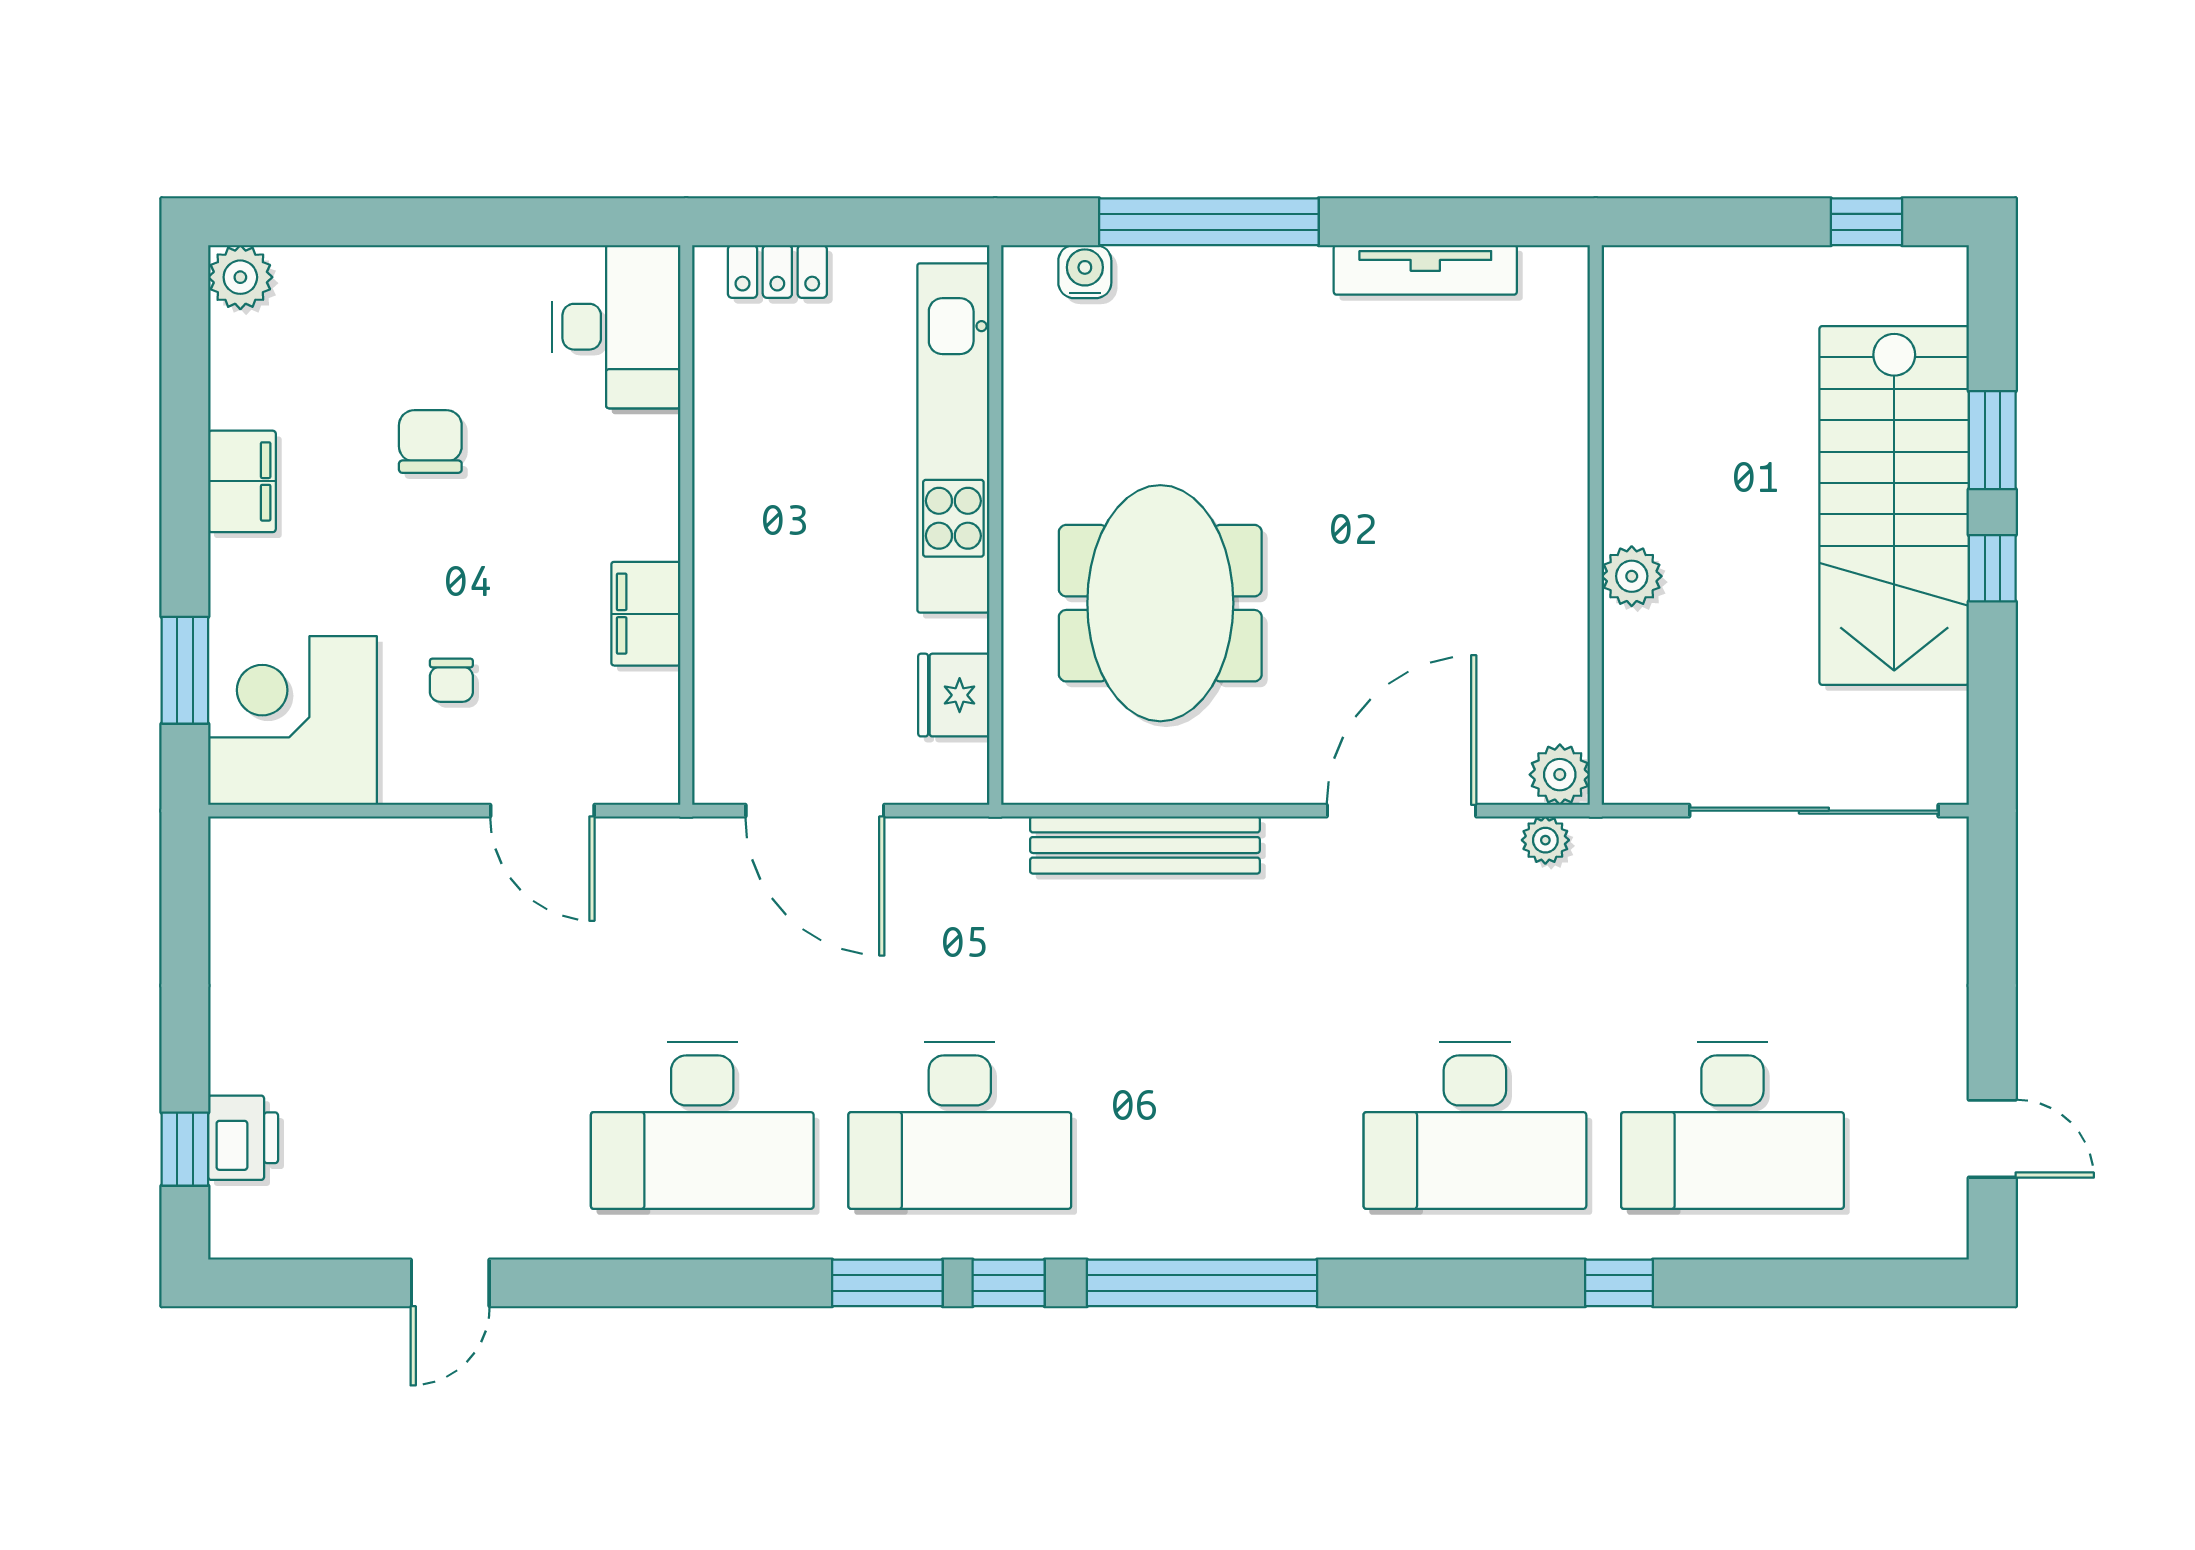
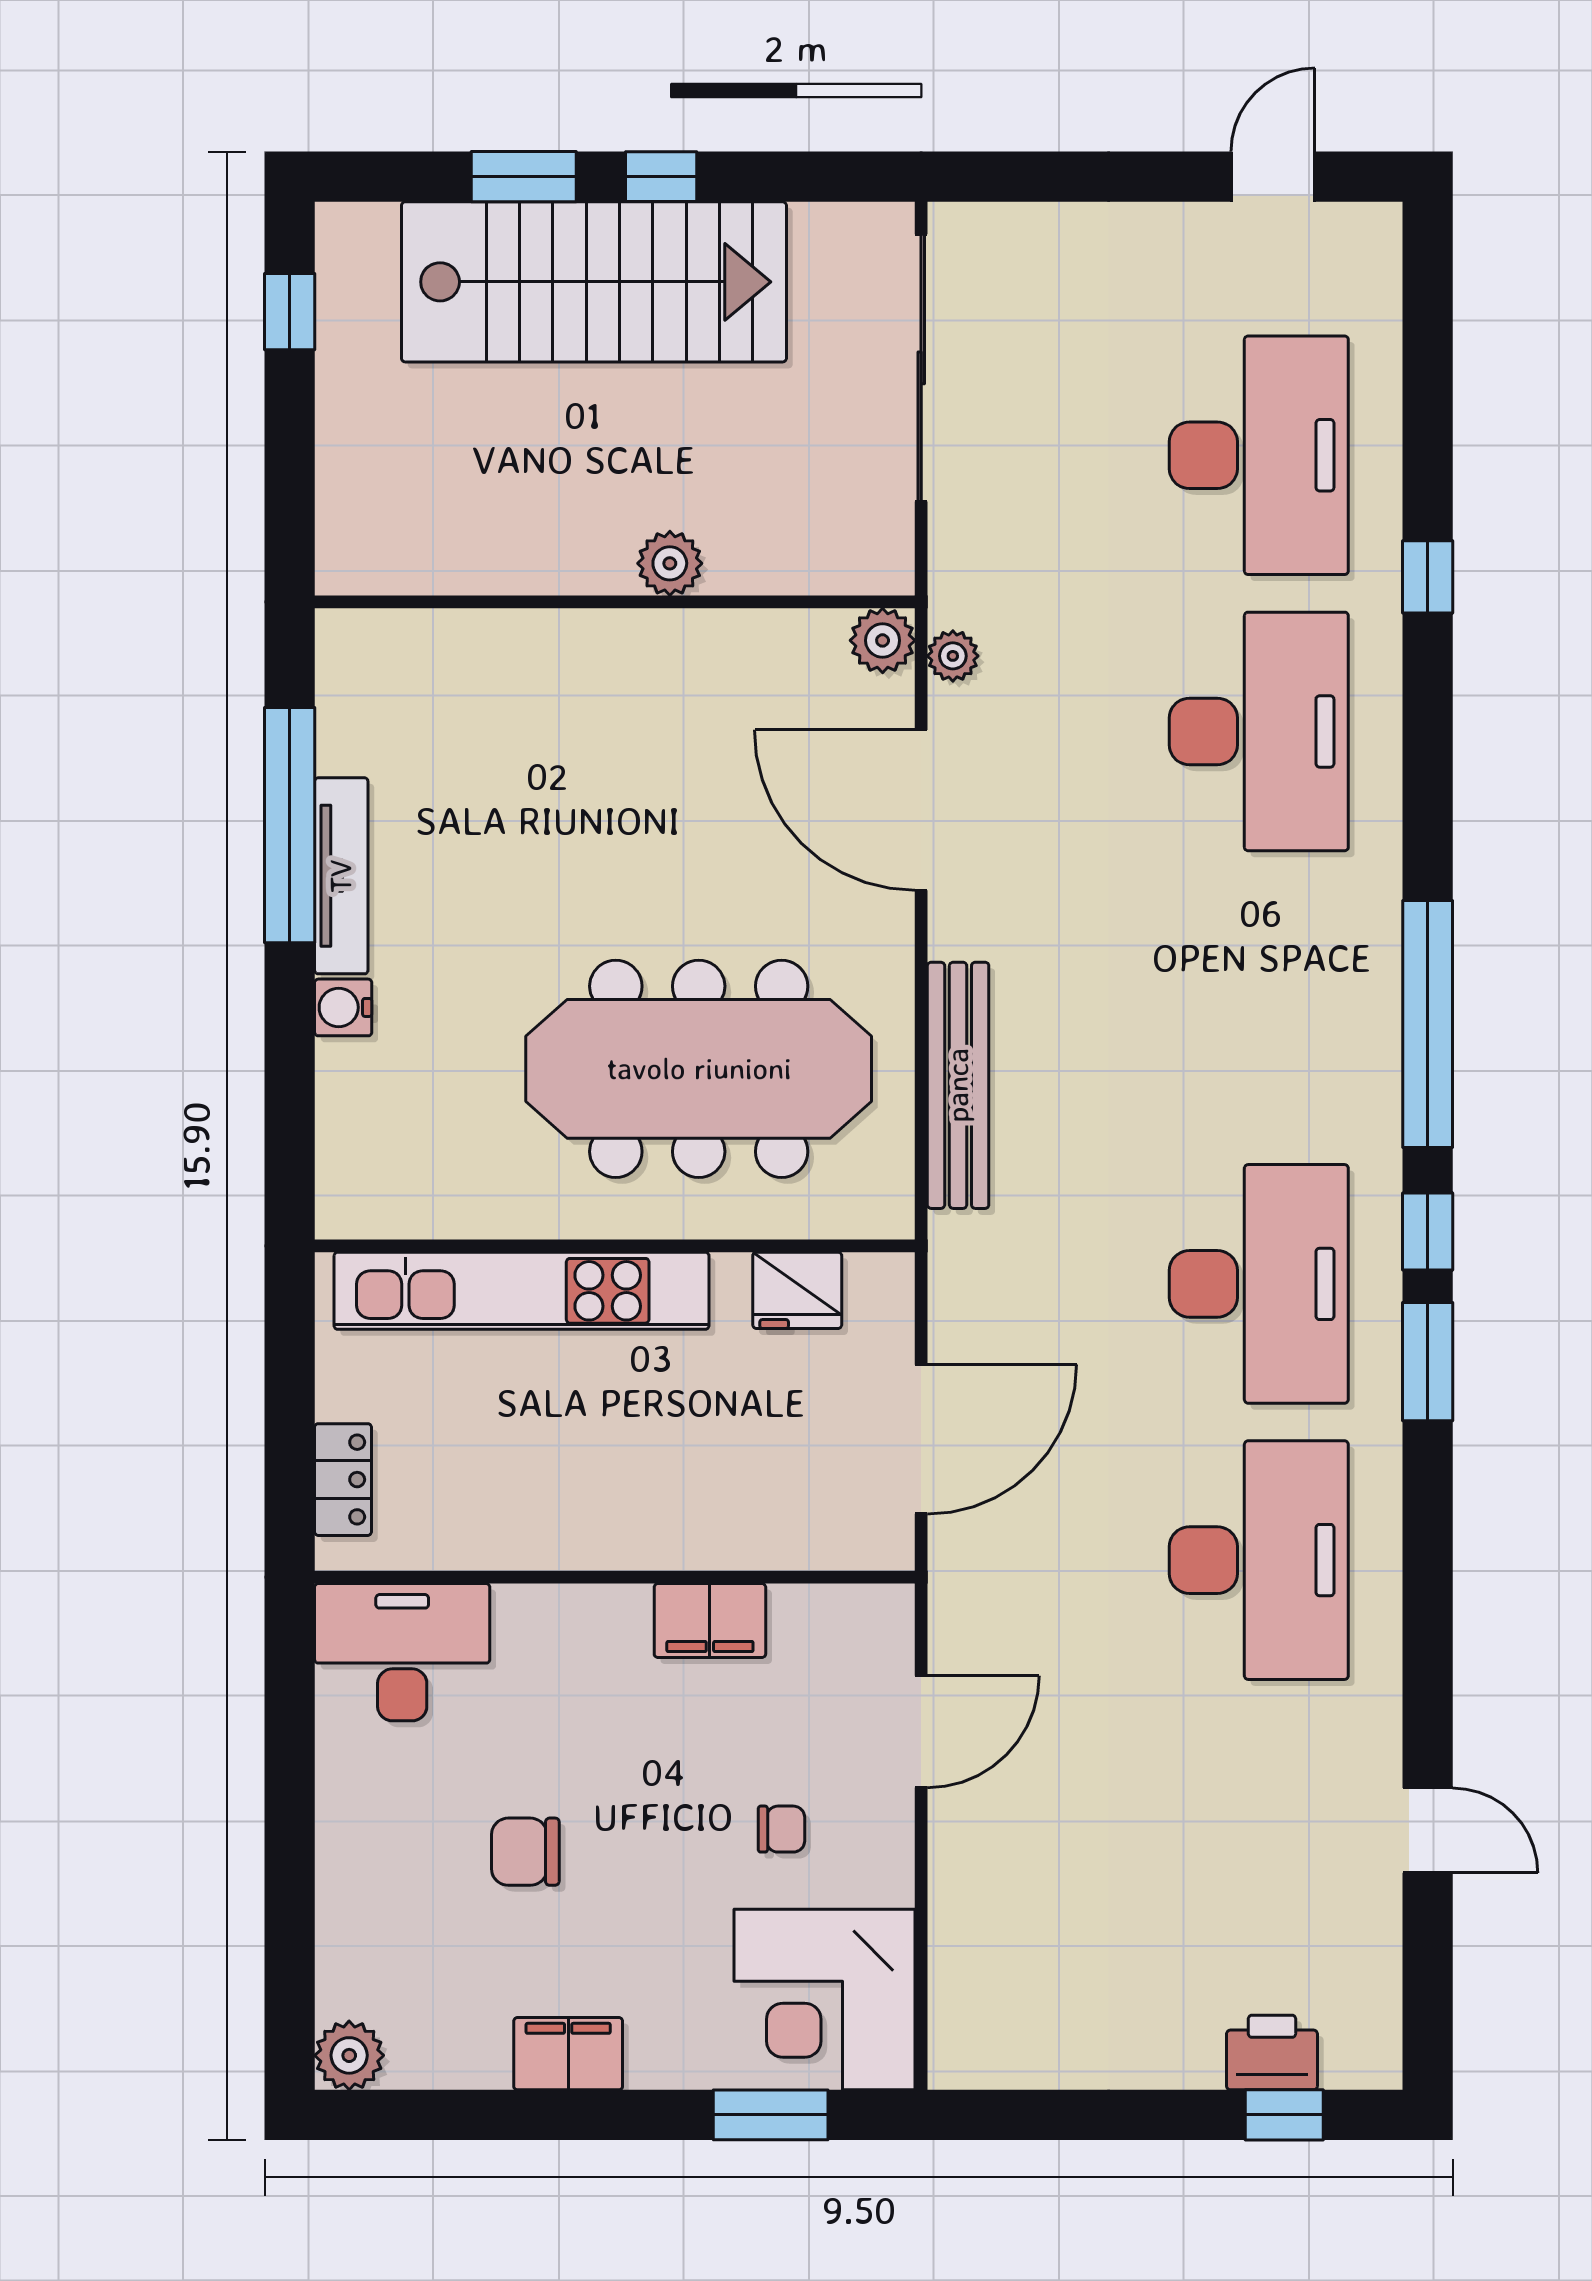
window: (1209, 222) -> (290, 825), moved
tv unit: (1425, 270) -> (341, 876), moved
water cooler: (1085, 272) -> (343, 1007), moved
meeting table: (1160, 603) -> (699, 1069), width x1.36

